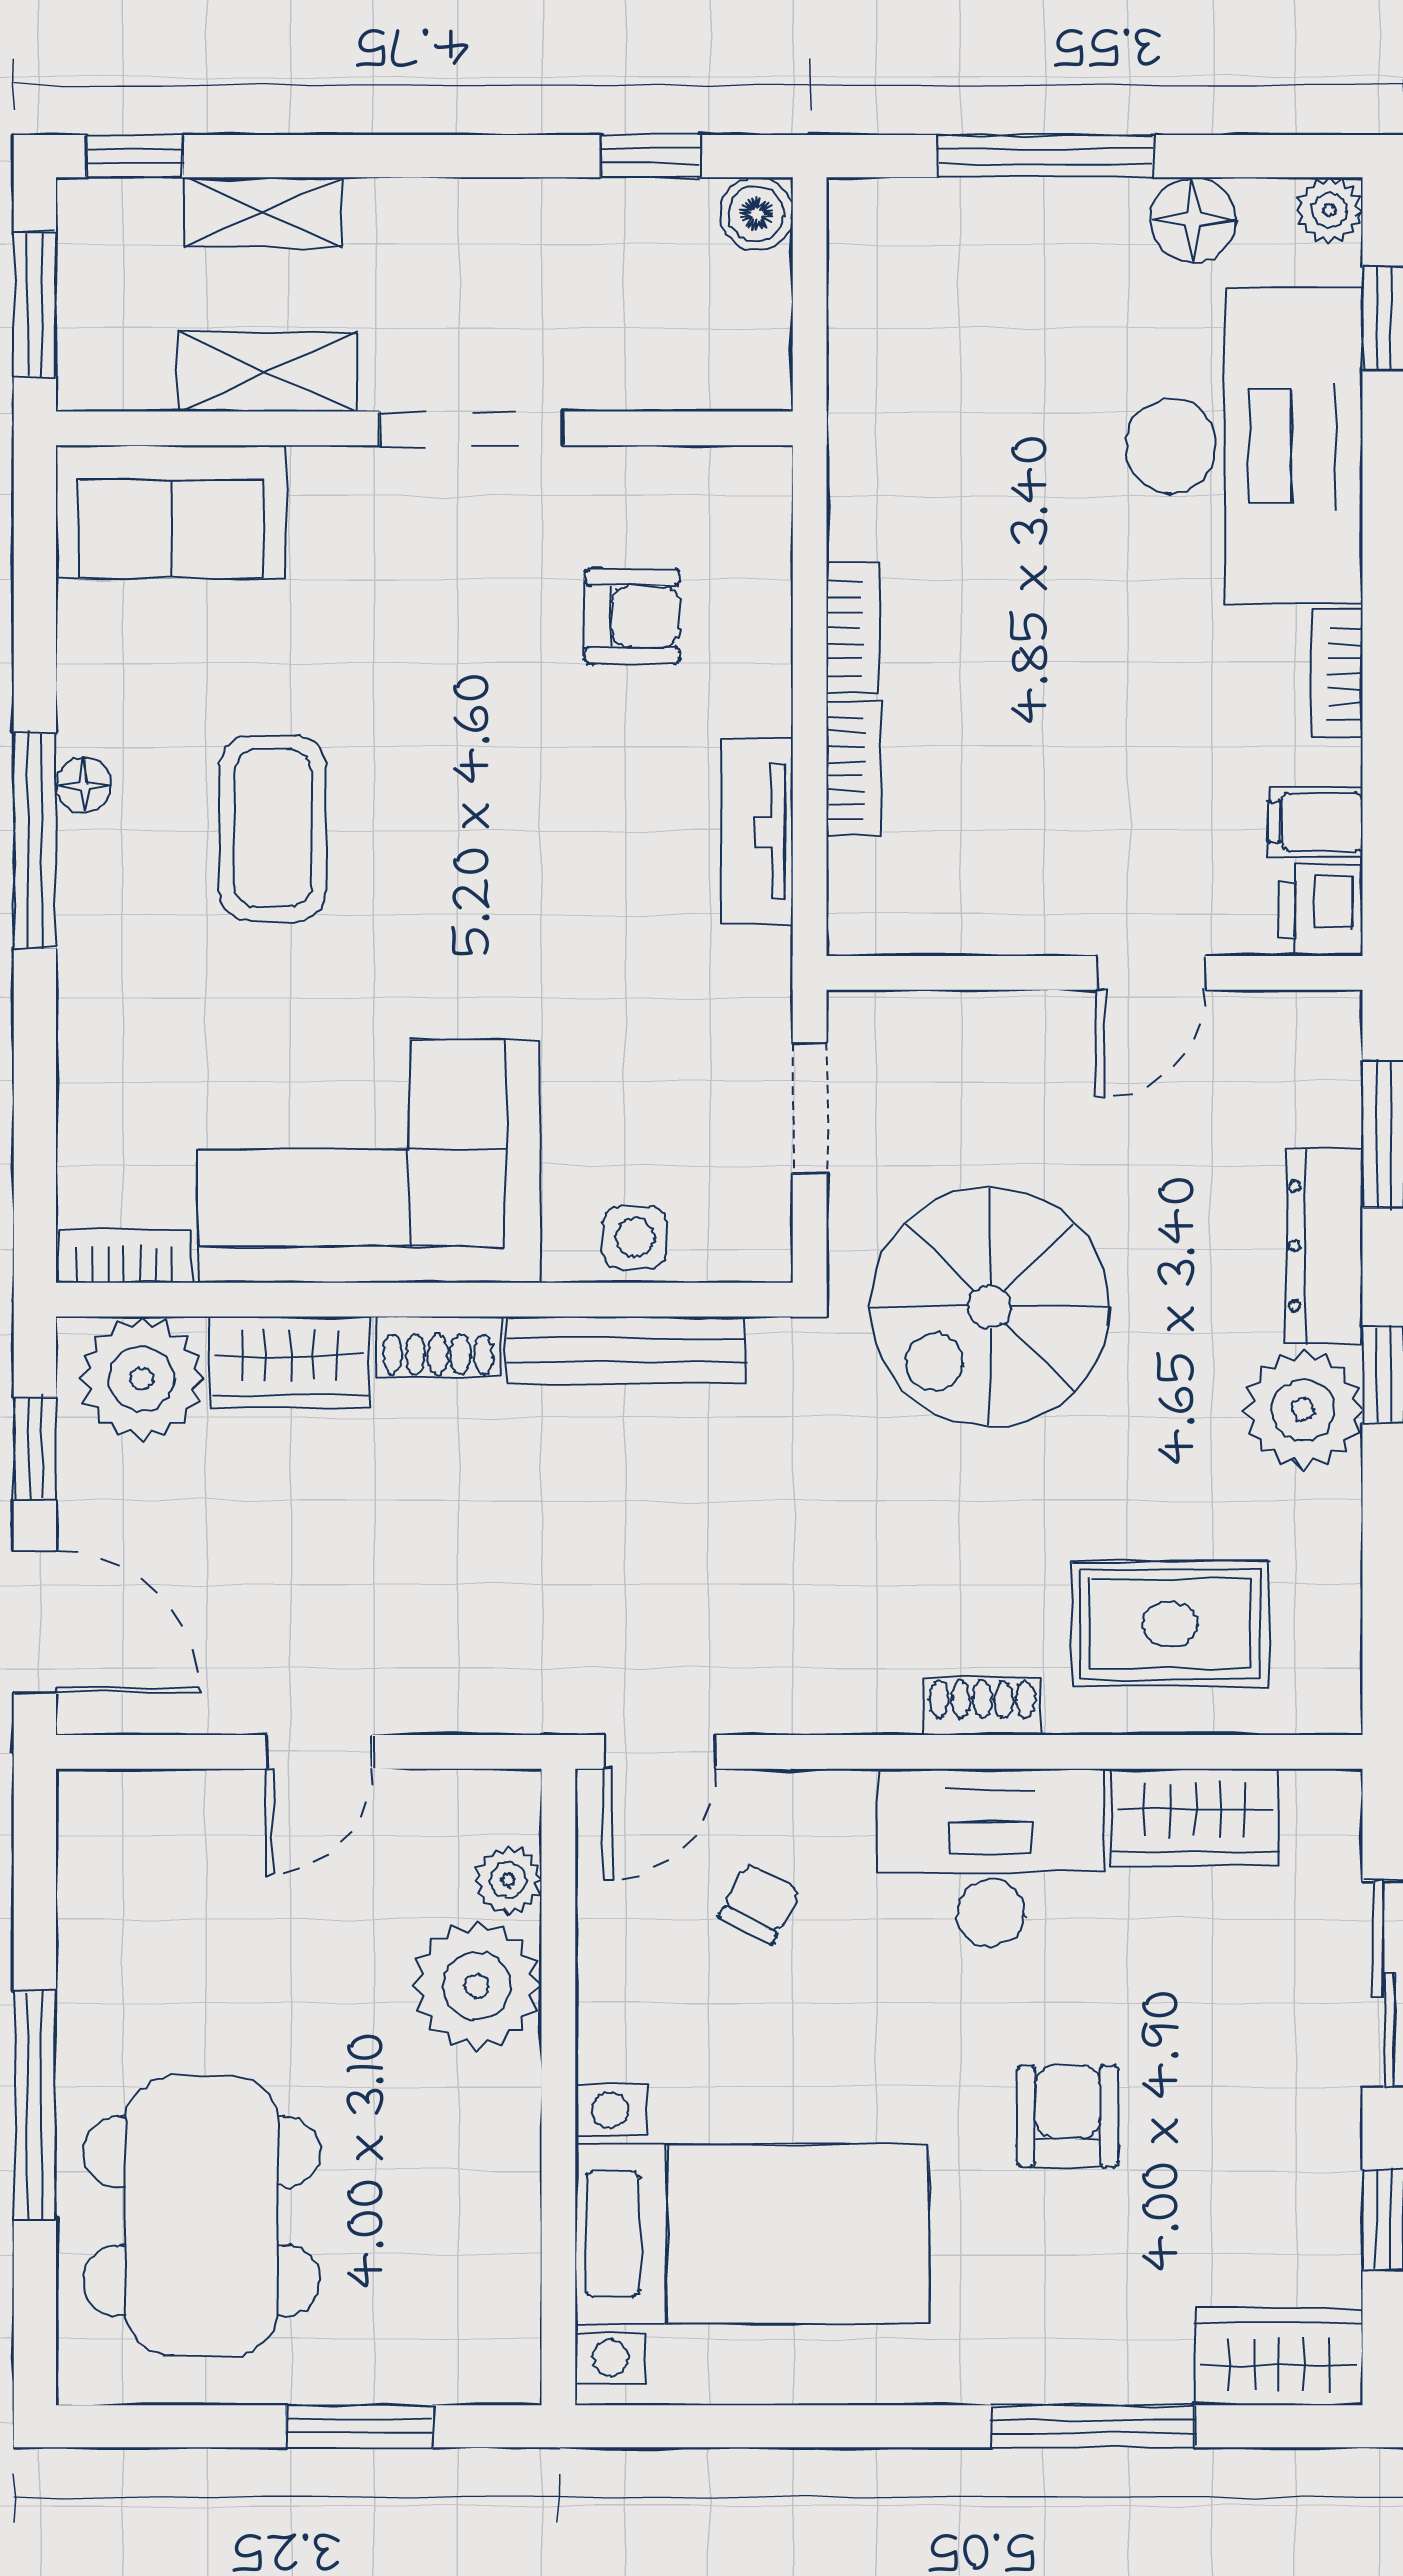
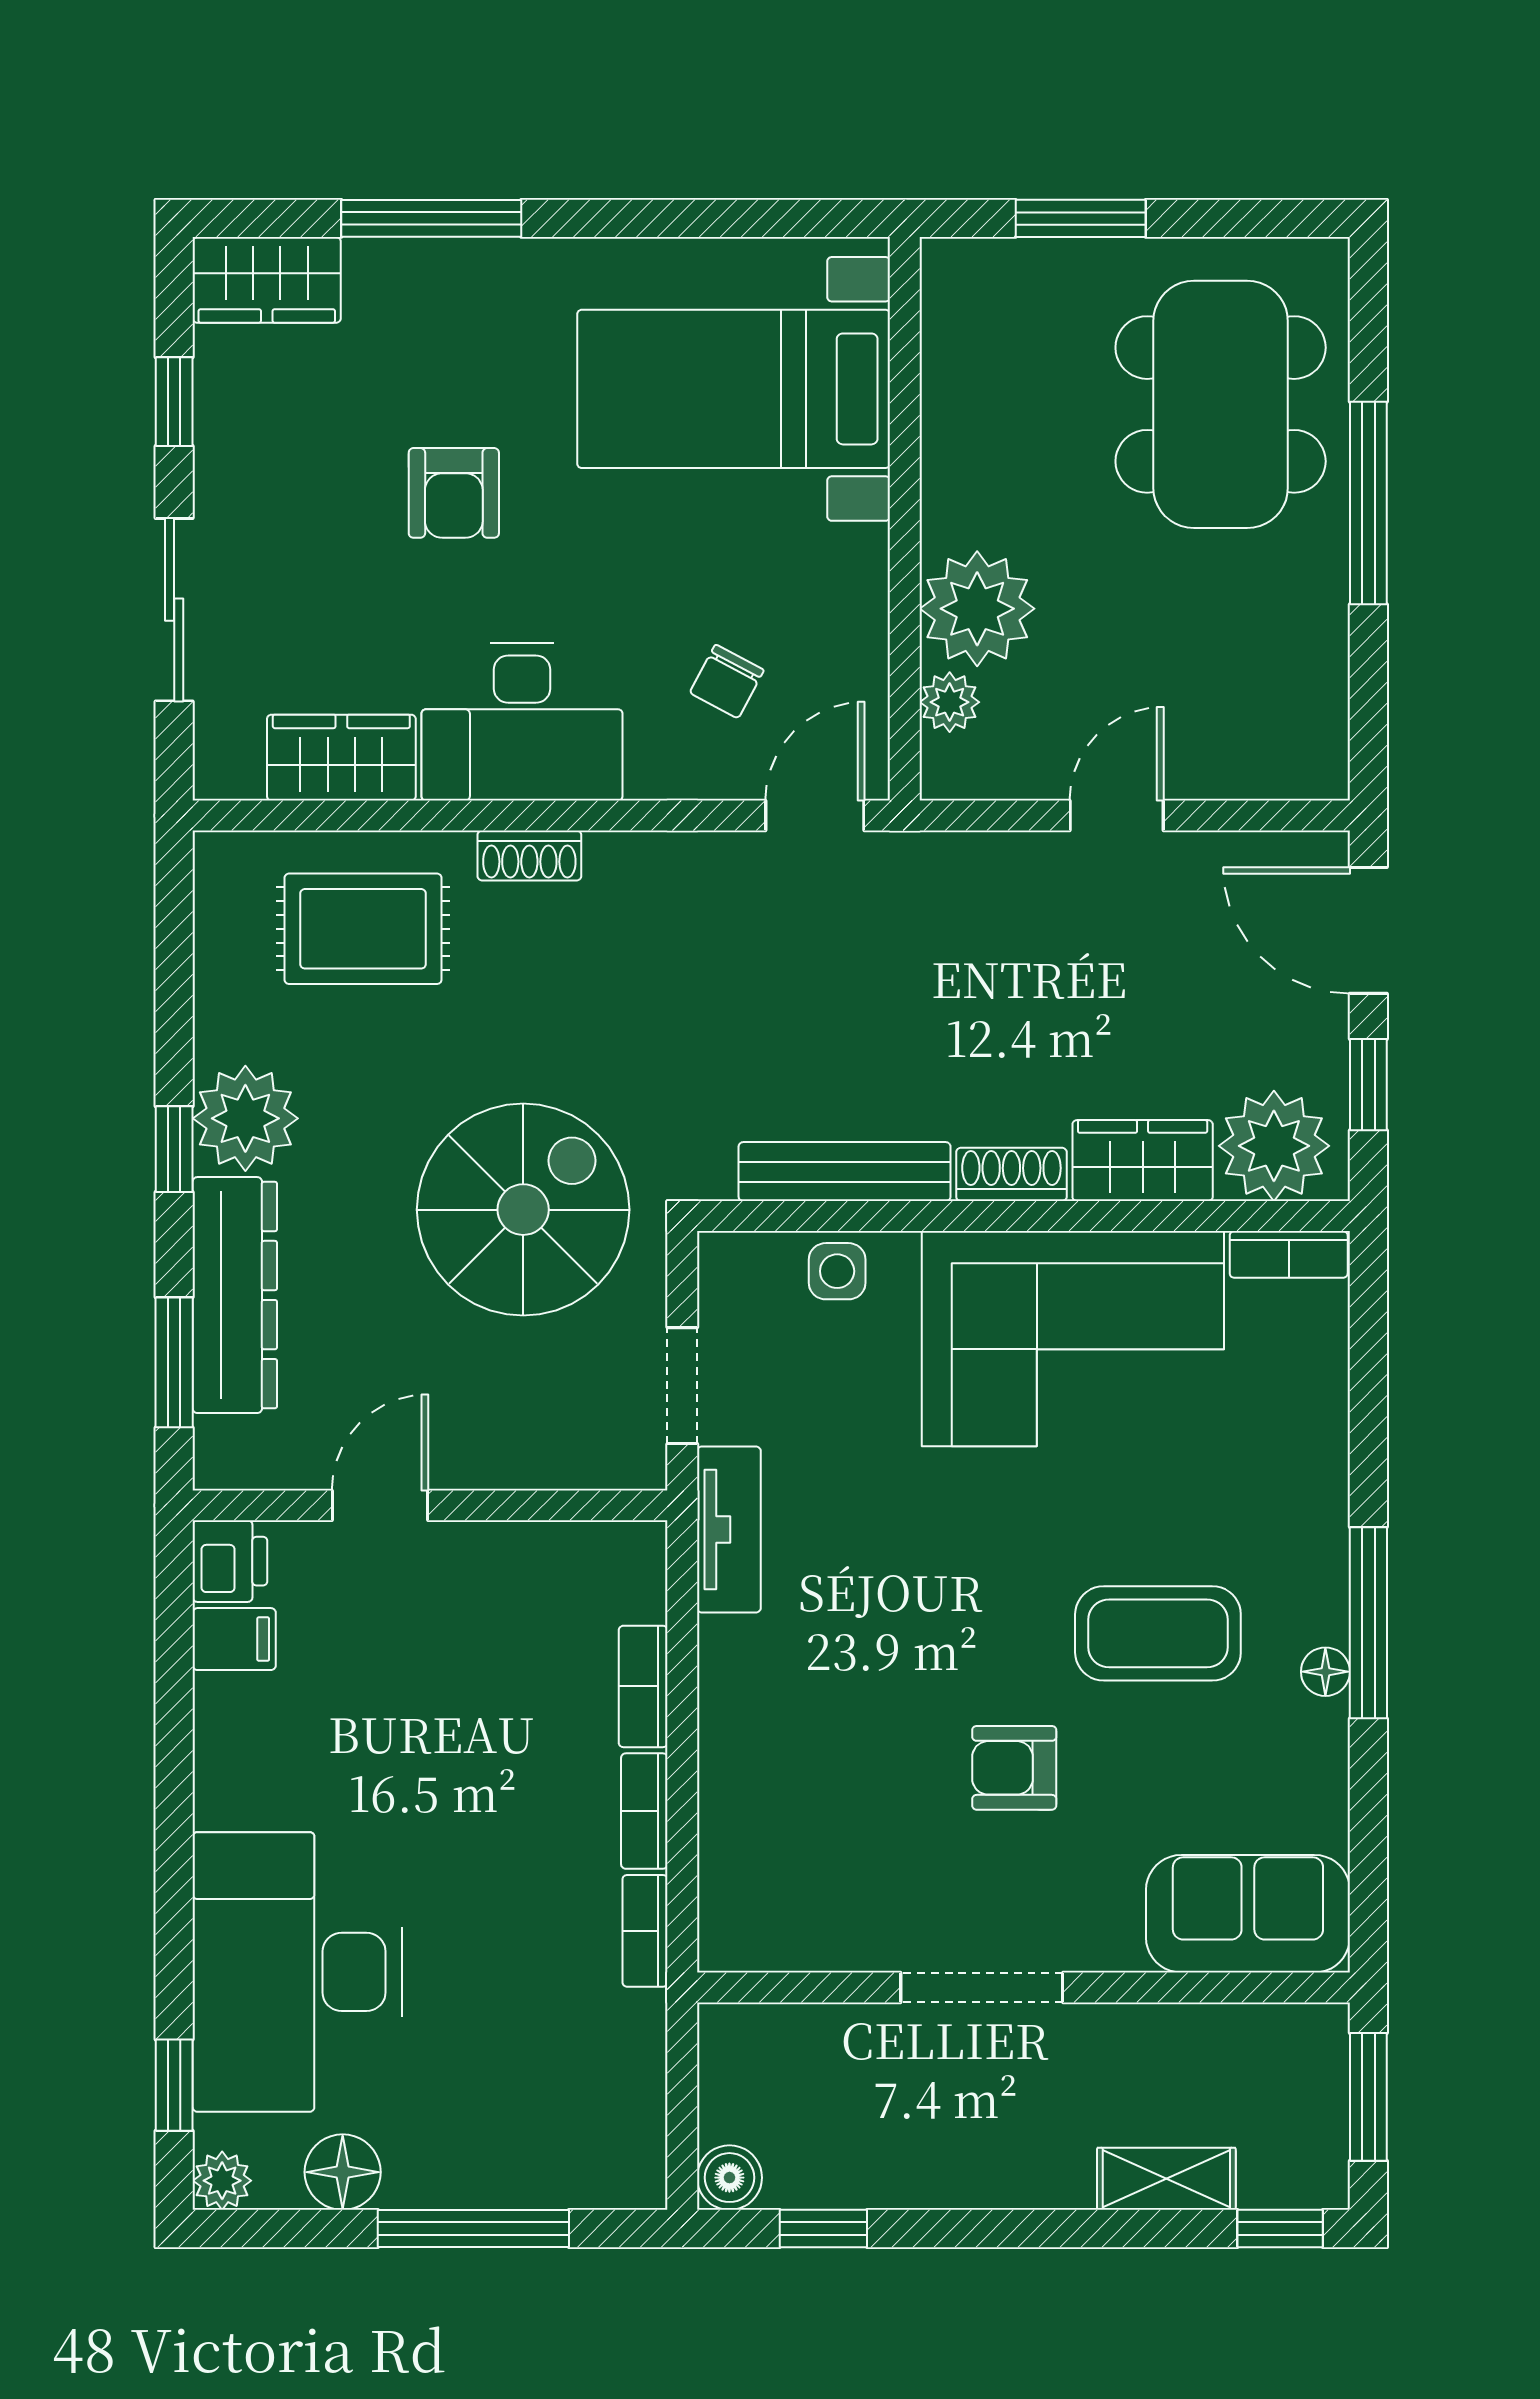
shelving: (267, 372) -> (1163, 2038), removed
armchair: (632, 616) -> (1014, 1768), moved
bookcase: (1337, 674) -> (645, 1931), moved, turned 180
coffee table: (273, 828) -> (1158, 1633), turned 90
tv unit: (757, 831) -> (729, 1529), moved
dresser: (1324, 1246) -> (235, 1295), width x1.37, depth x1.24

